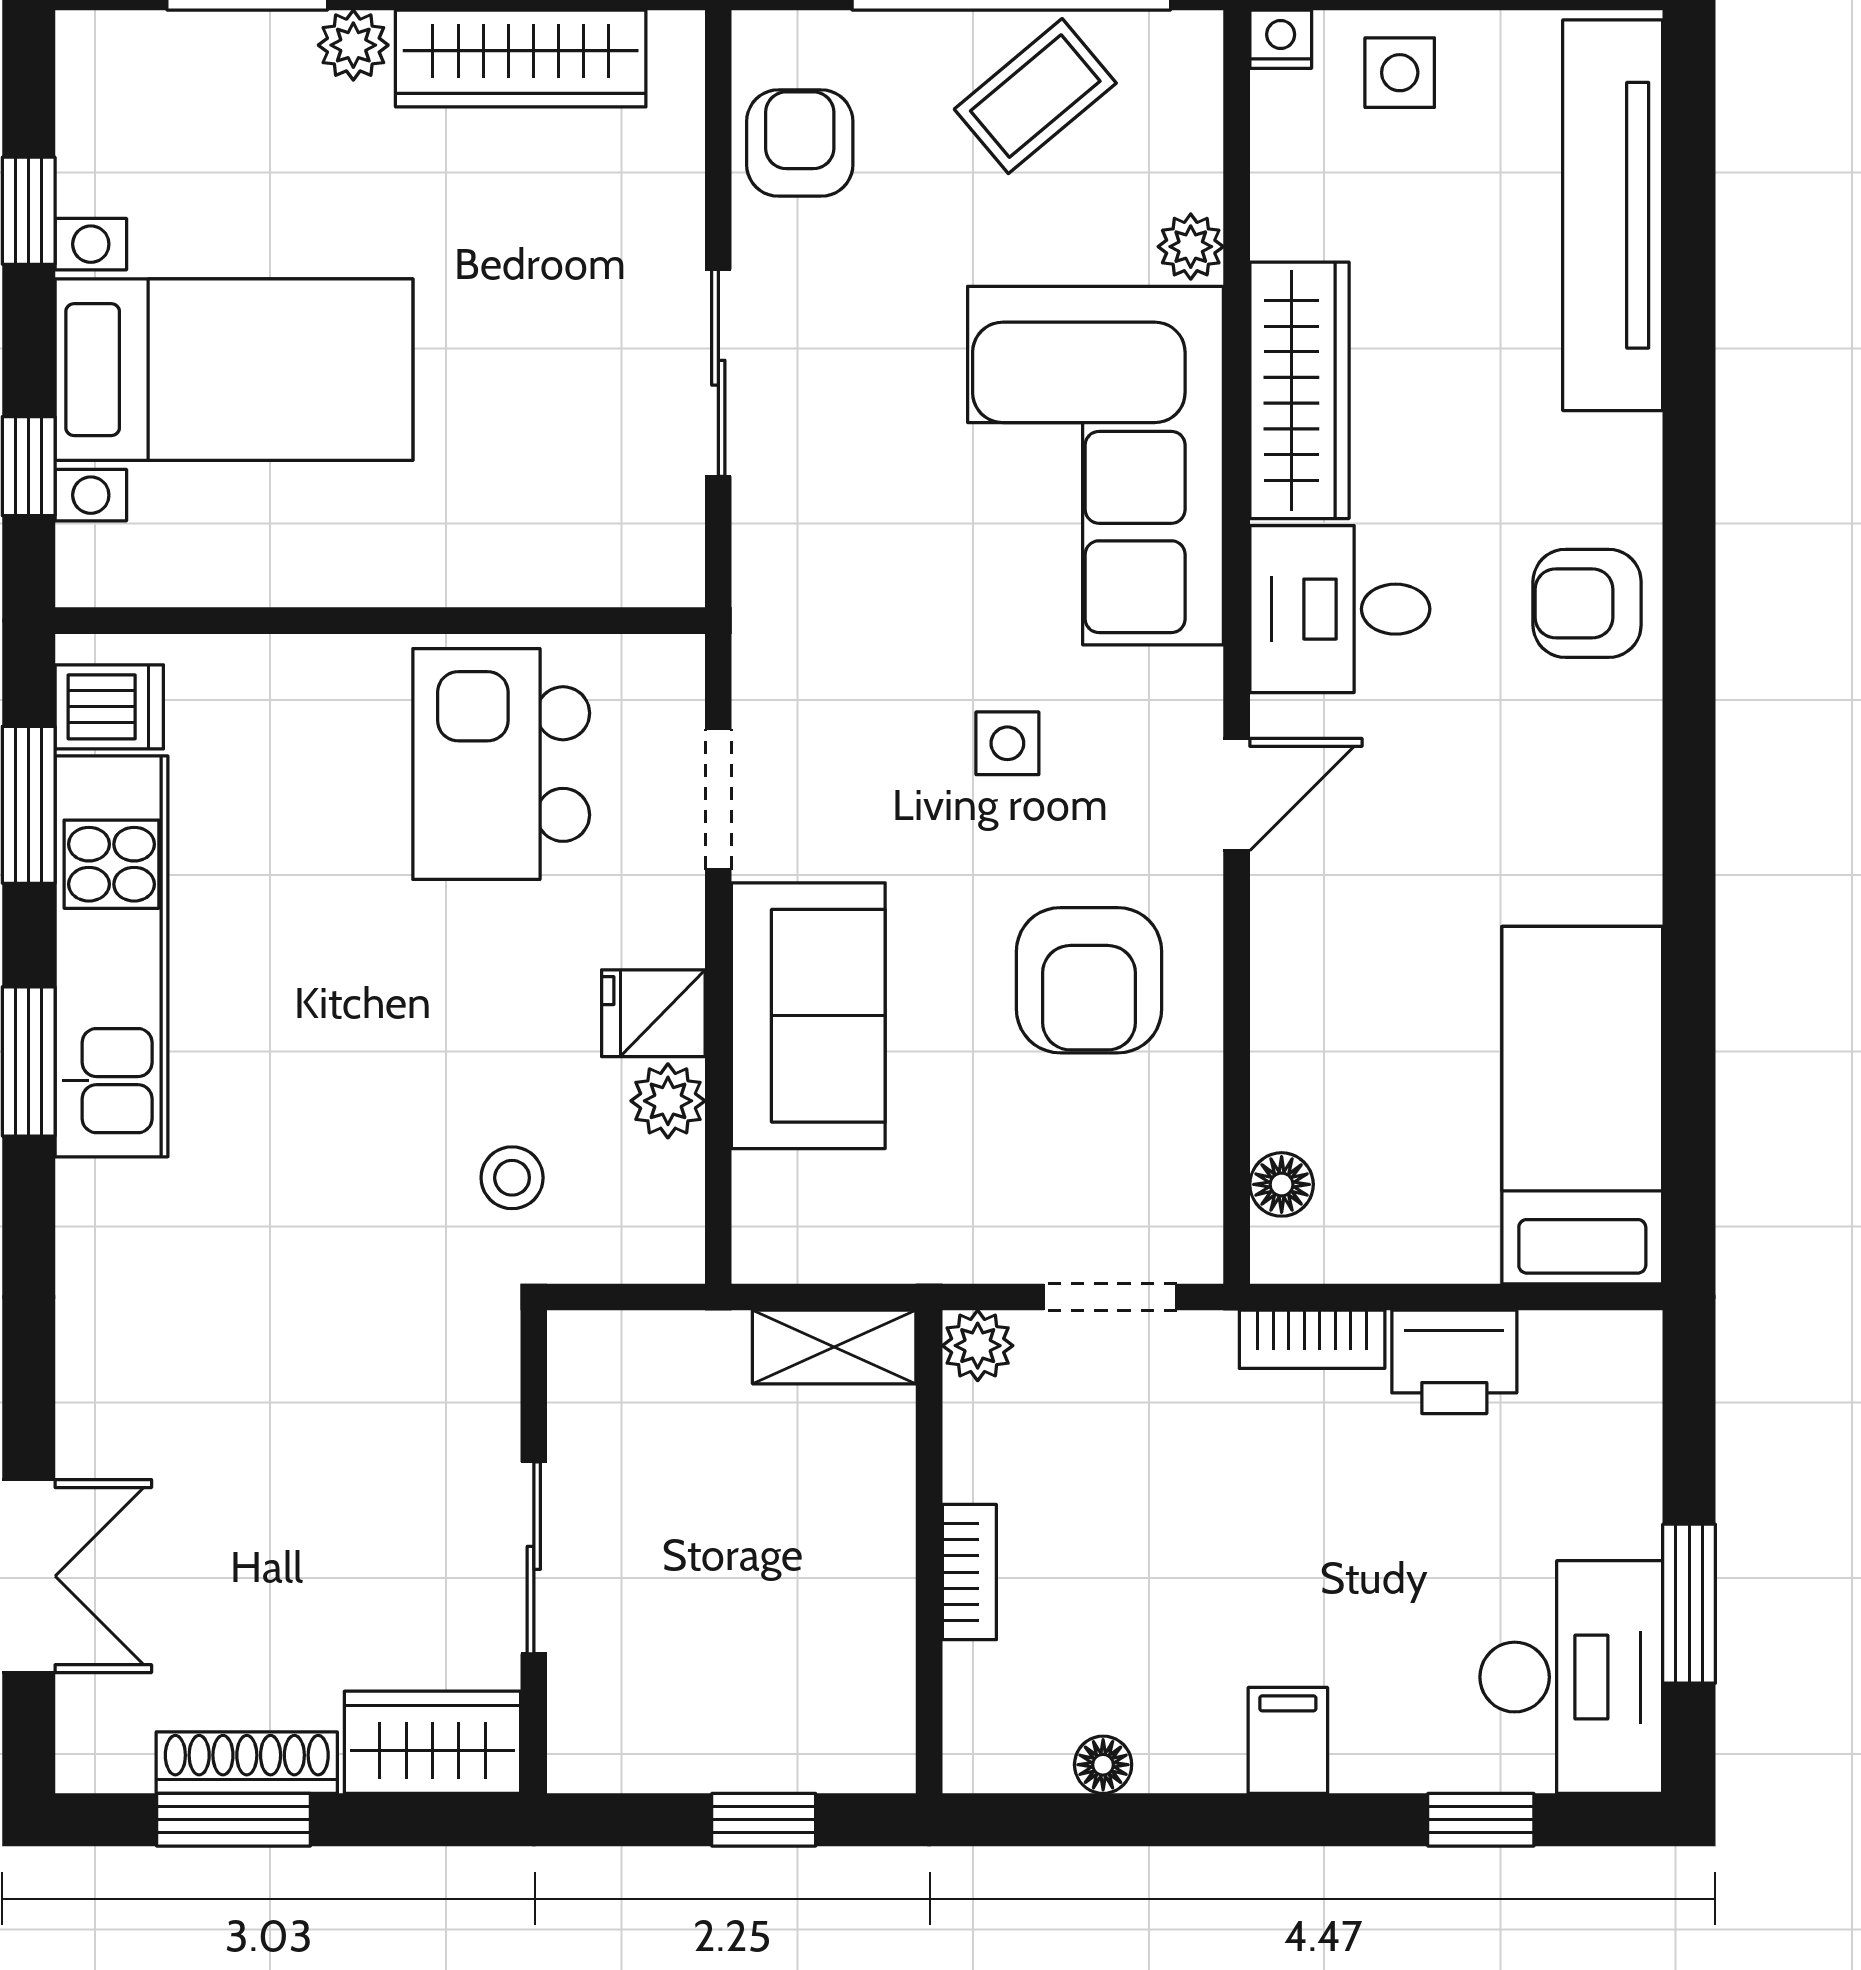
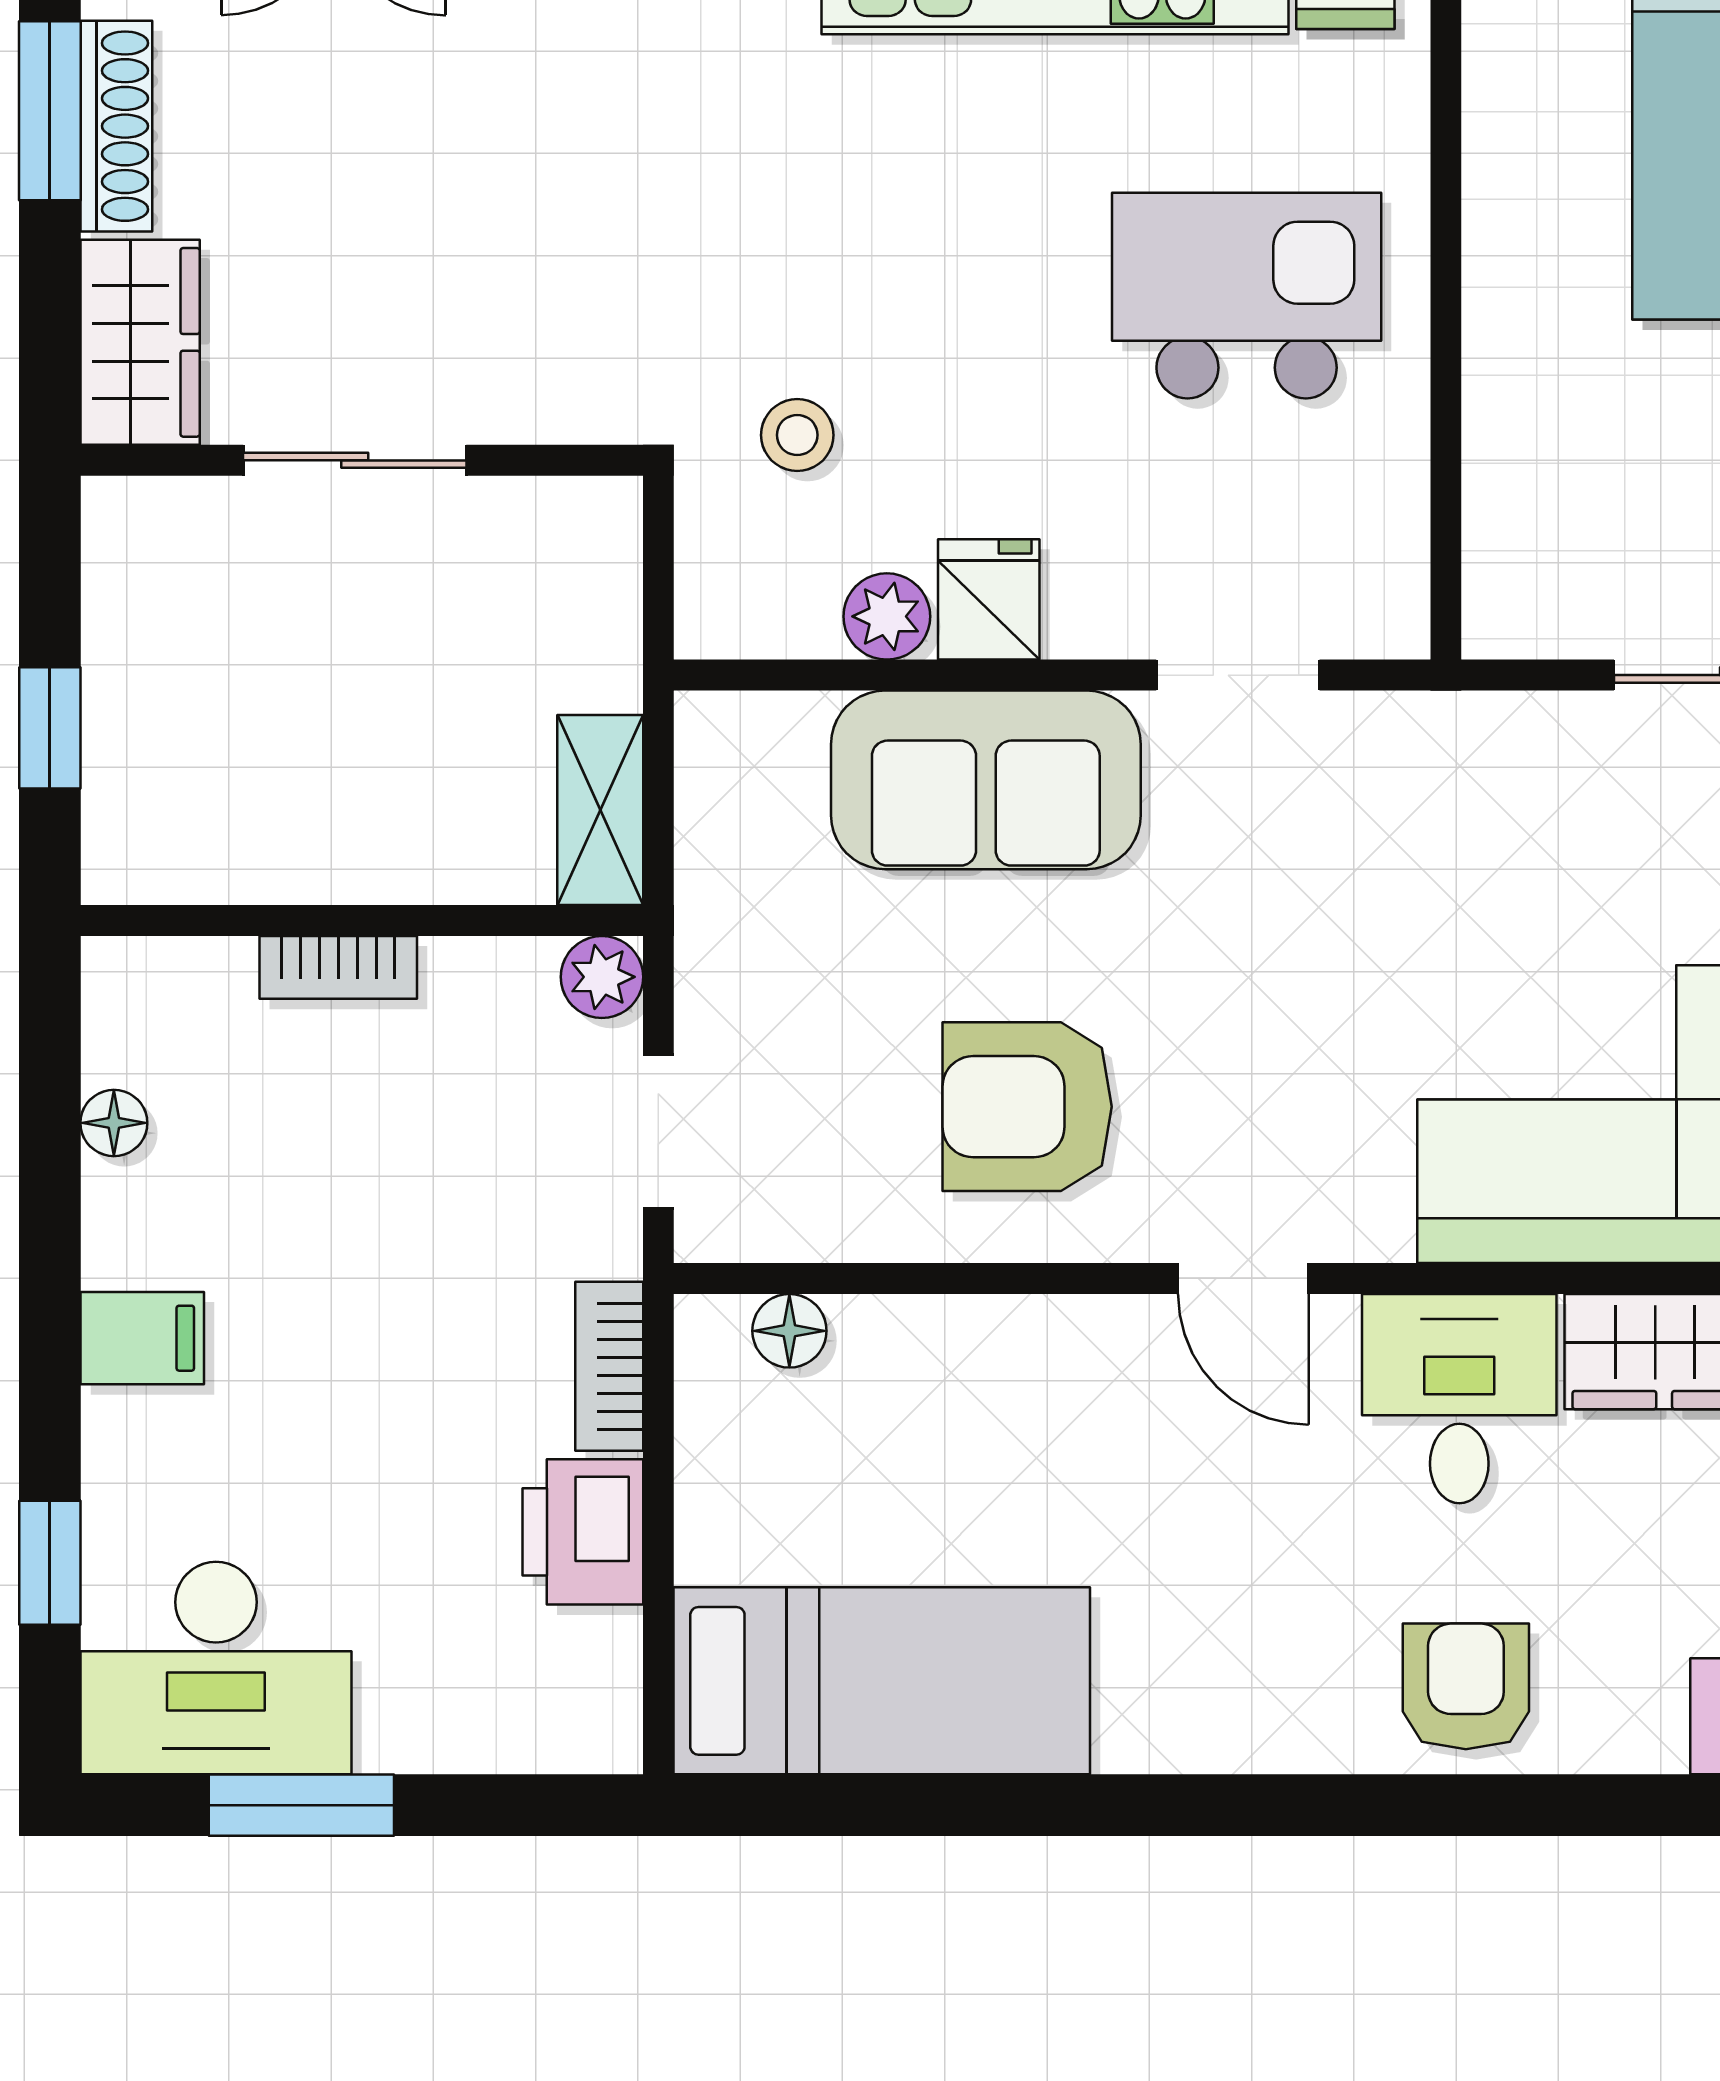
side table: (1007, 743) -> (1303, 1012), removed
kitchen island: (501, 764) -> (1247, 296), moved

